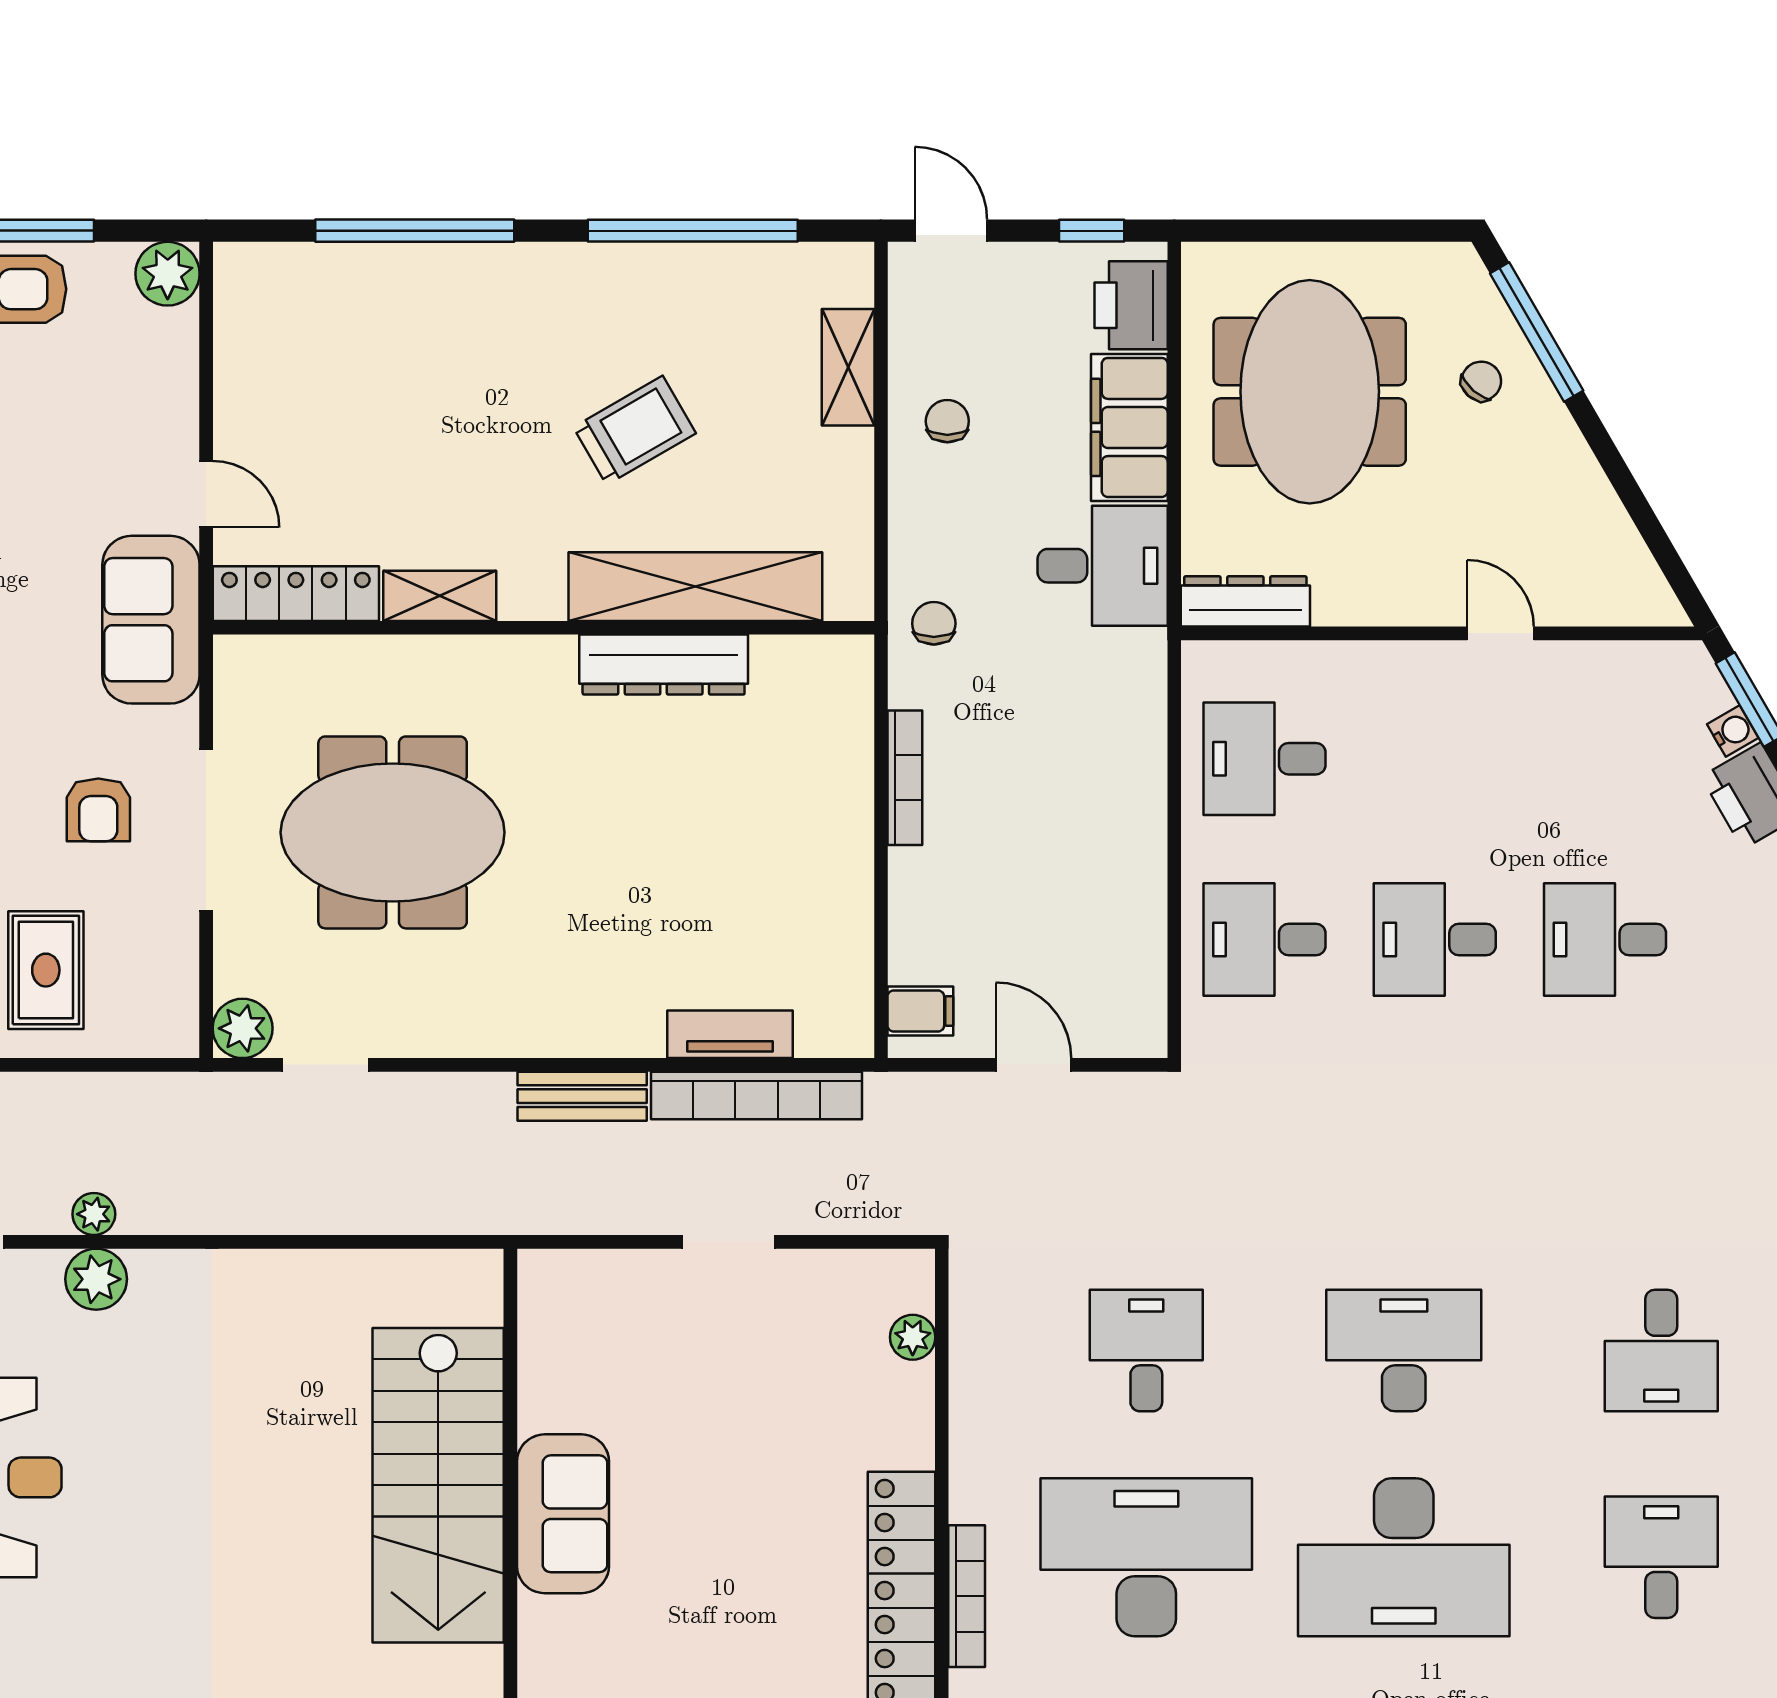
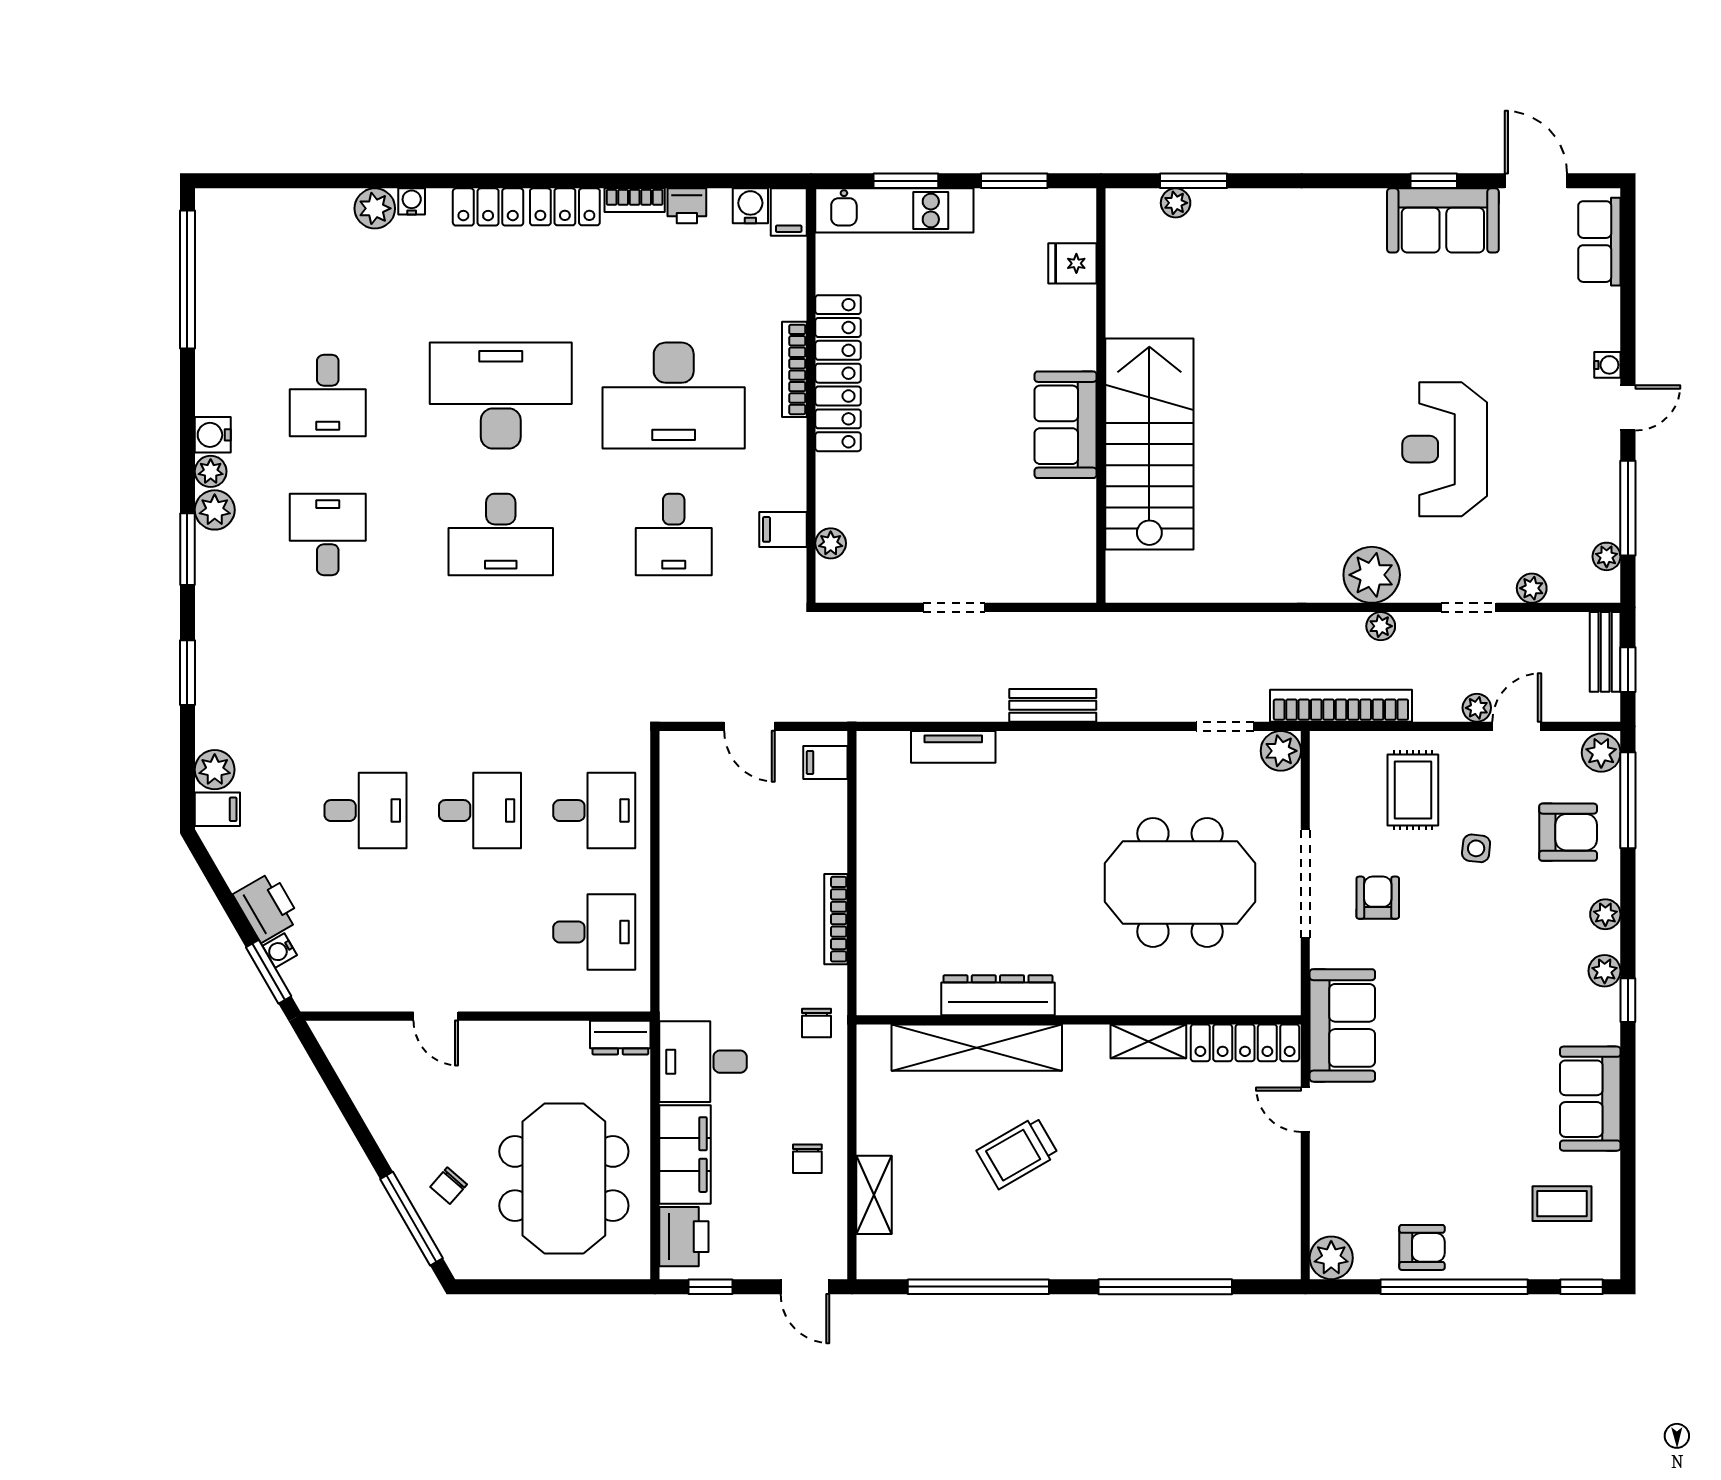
dresser: (1245, 601) -> (620, 1038), width x0.70
bookcase: (756, 1095) -> (1341, 706), moved
plant: (96, 1279) -> (1372, 575), width x1.36, depth x1.36
filing cabinet: (984, 1358) -> (783, 529), added

